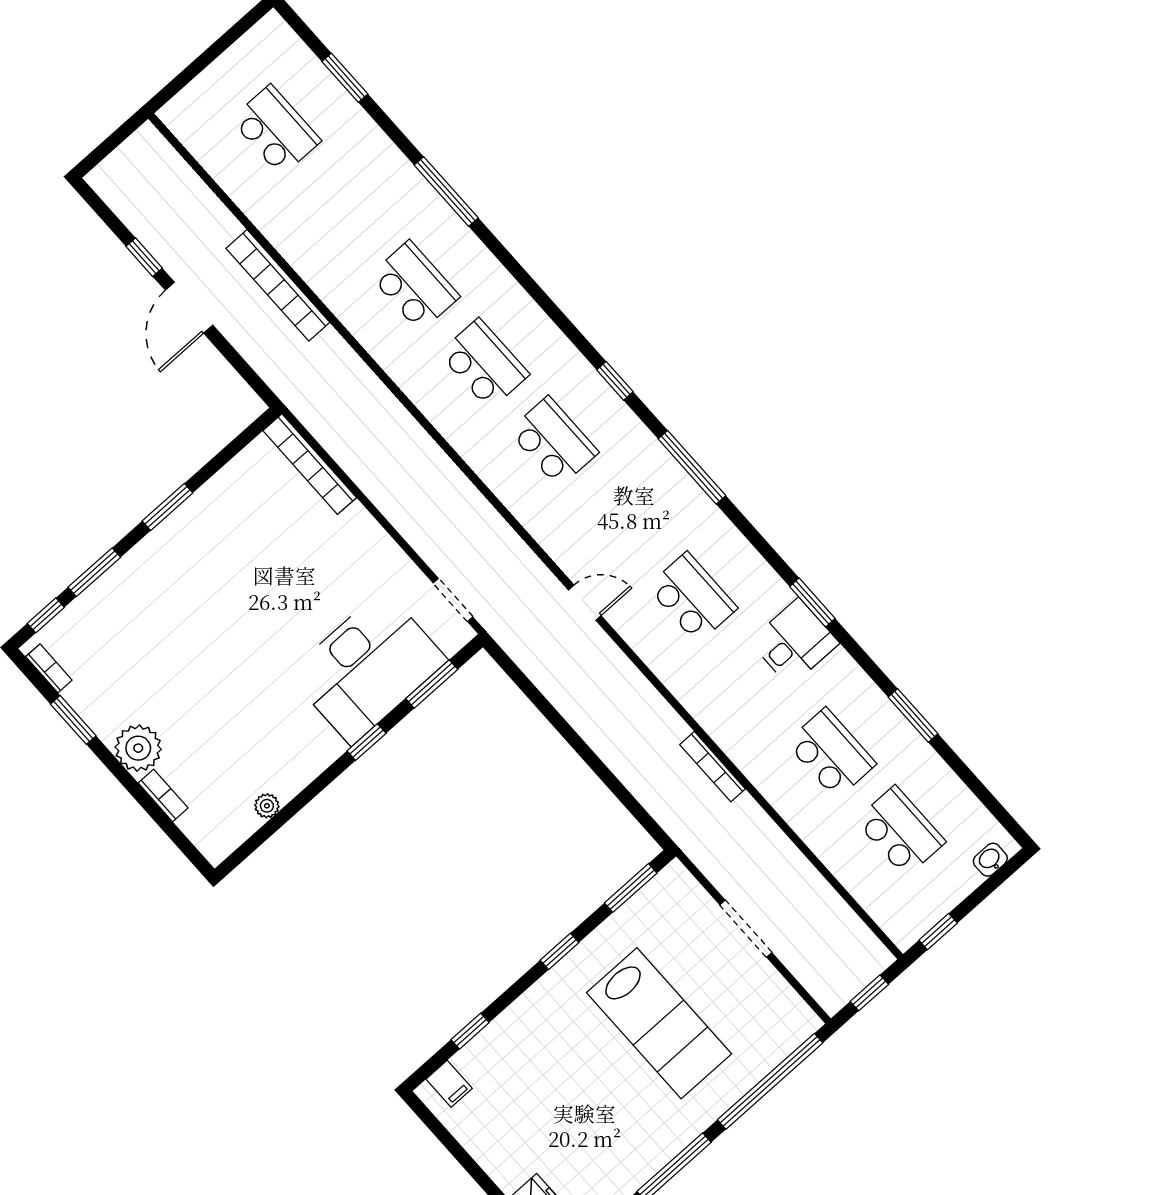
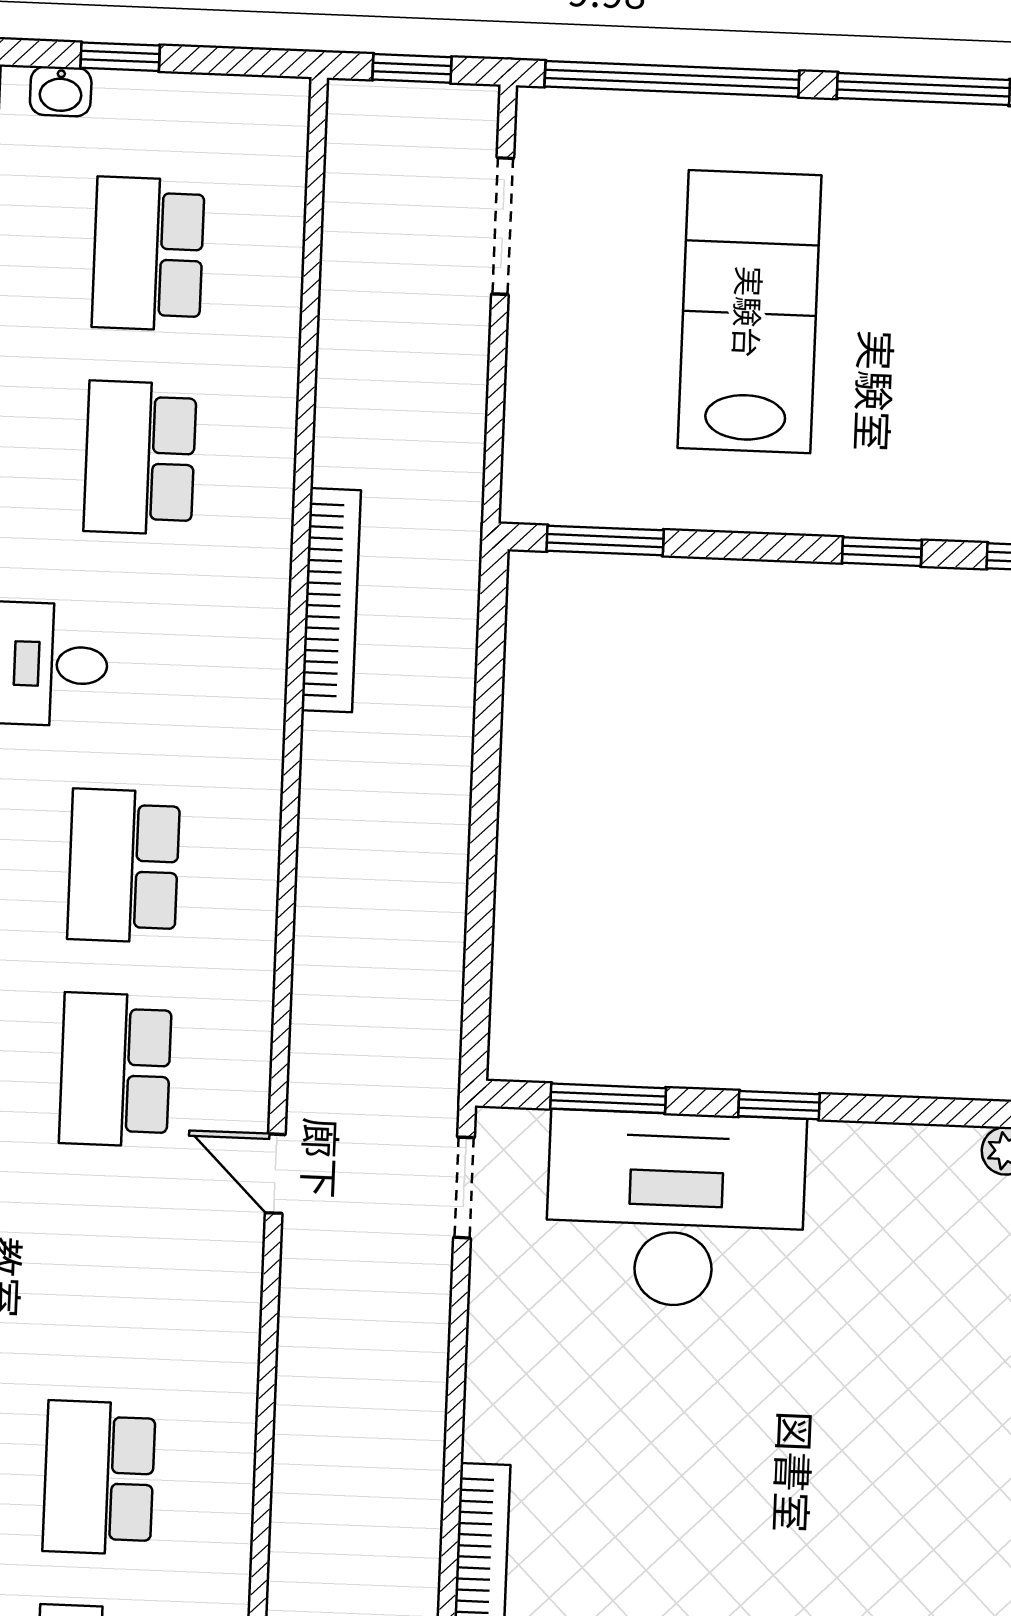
school desk: (554, 442) -> (115, 1070), moved
door: (585, 603) -> (275, 1174), moved
bookcase: (713, 767) -> (331, 600), width x1.48, depth x1.31
doorway: (746, 929) -> (503, 226), moved
window: (938, 932) -> (120, 57), moved
window: (560, 951) -> (882, 552), moved

